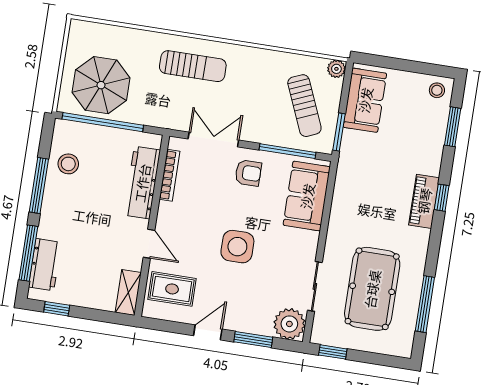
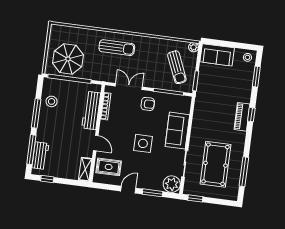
sofa: (365, 100) -> (217, 55), moved, turned 90
sofa: (307, 196) -> (177, 131), moved

